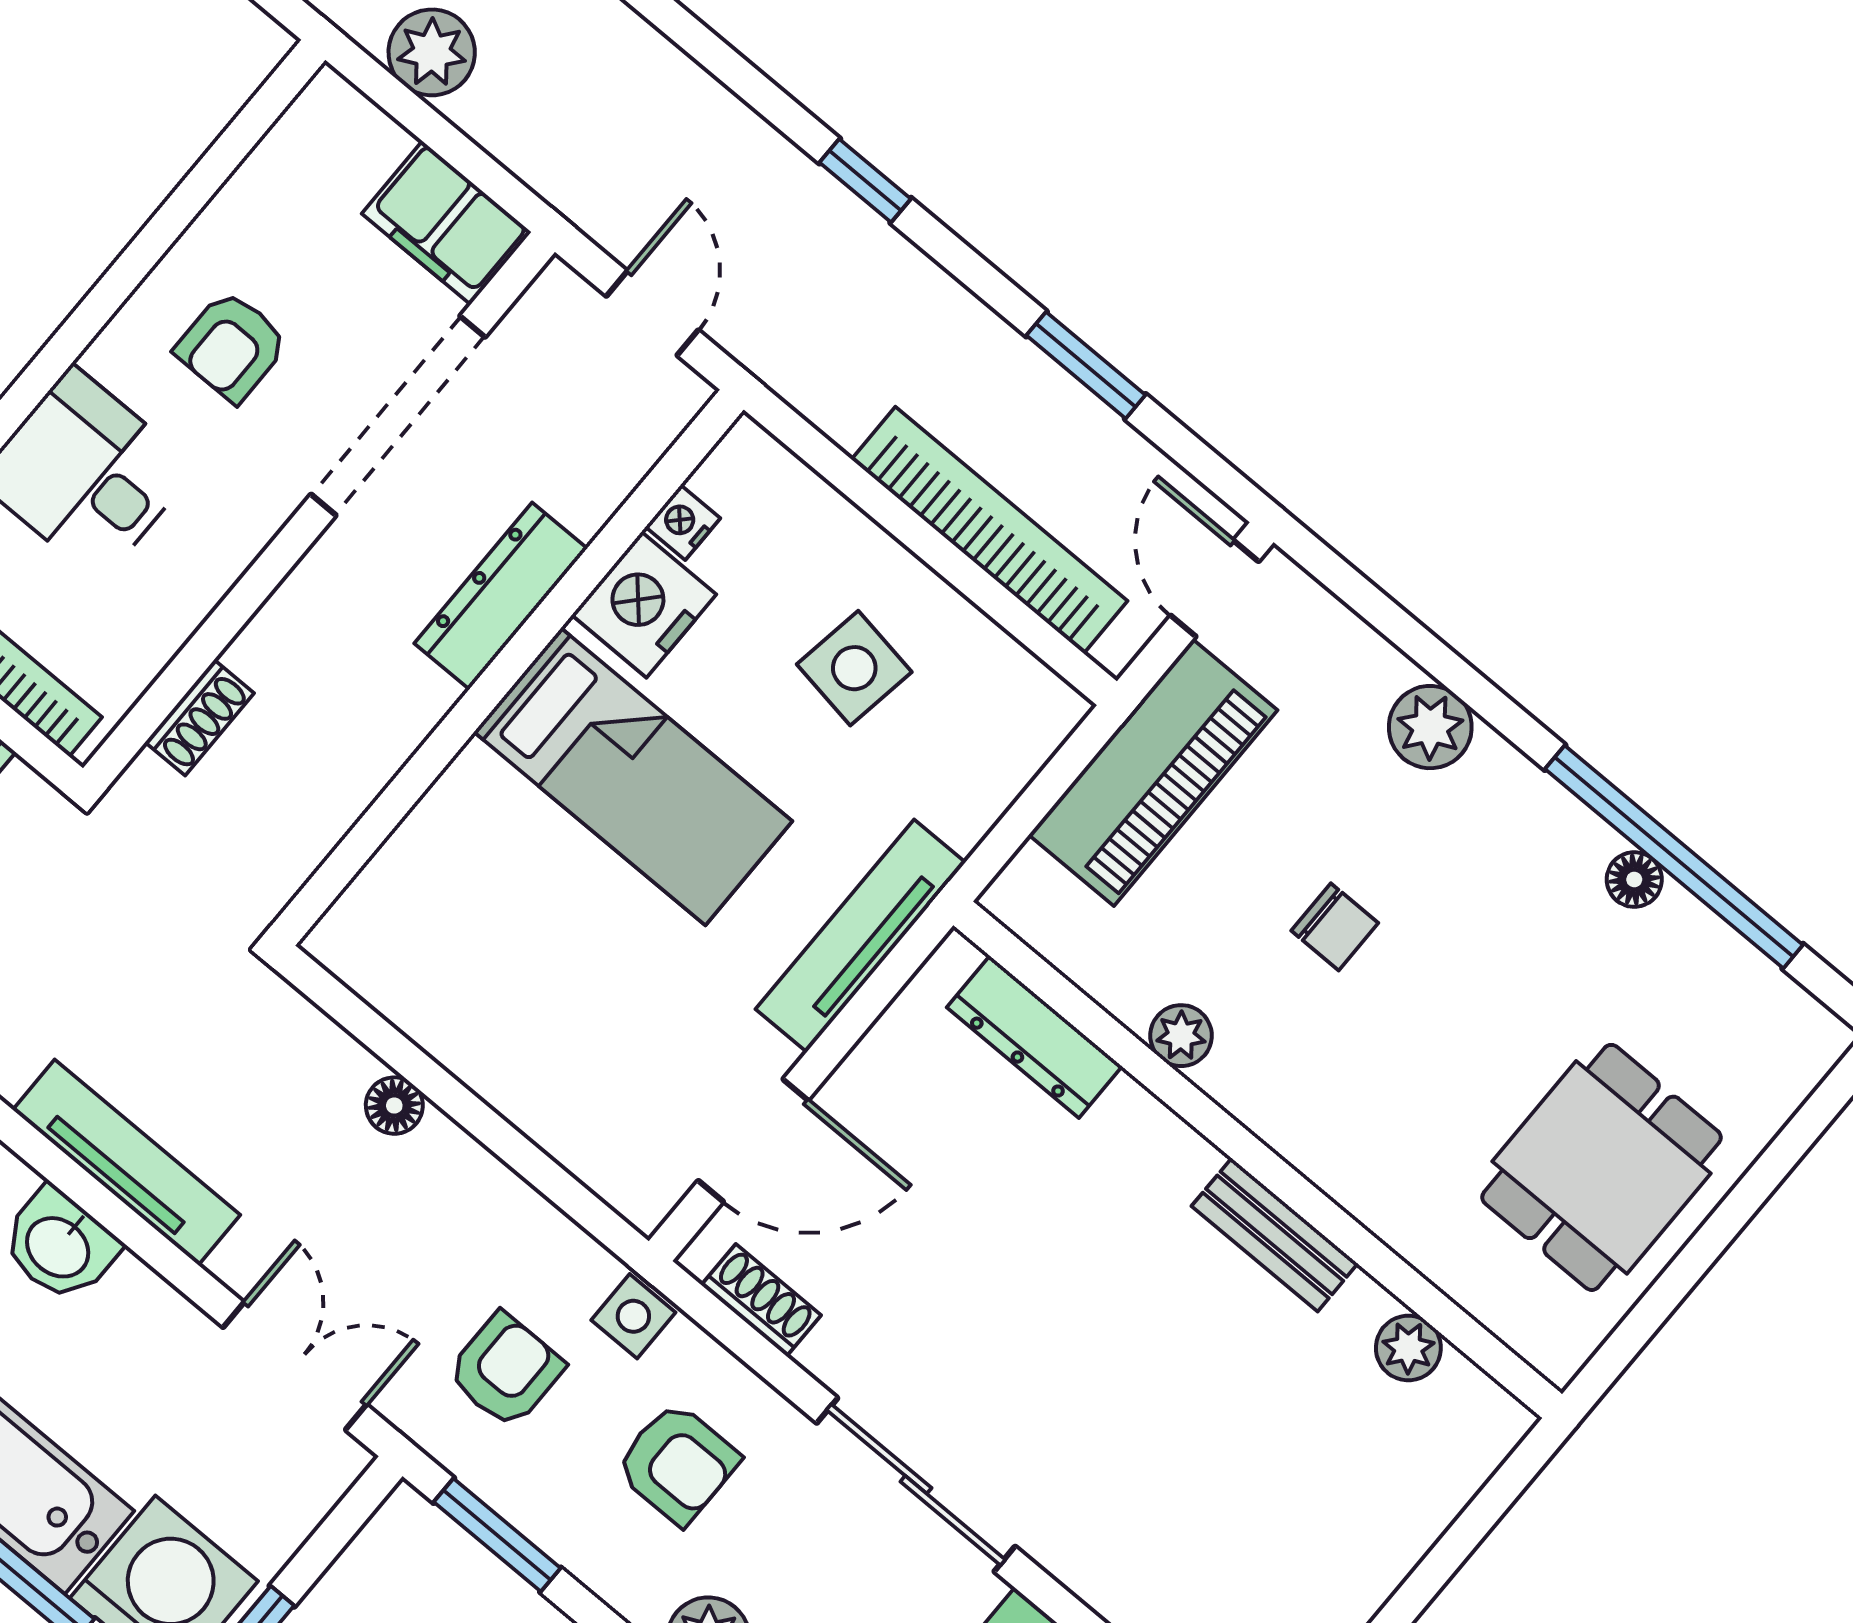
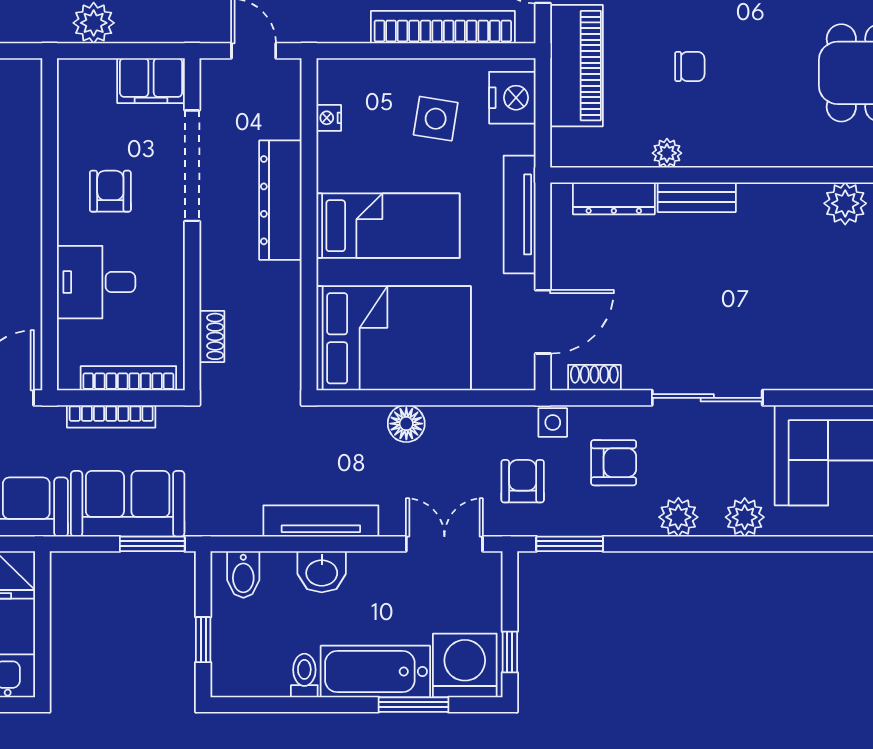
armchair: (232, 346) -> (110, 191), turned 180
dresser: (501, 596) -> (280, 200), width x1.37, depth x1.24
nightstand: (644, 605) -> (512, 98), moved, turned 180
bed: (490, 966) -> (394, 338), added
floor lamp: (394, 1106) -> (406, 424), width x1.37, depth x1.37
bench: (1275, 1235) -> (697, 197), moved
plant: (1408, 1348) -> (845, 203), width x1.38, depth x1.38

